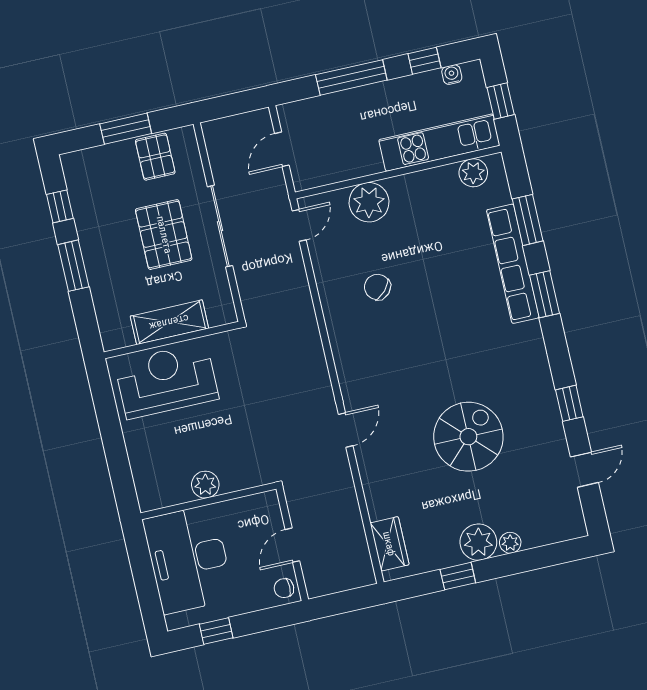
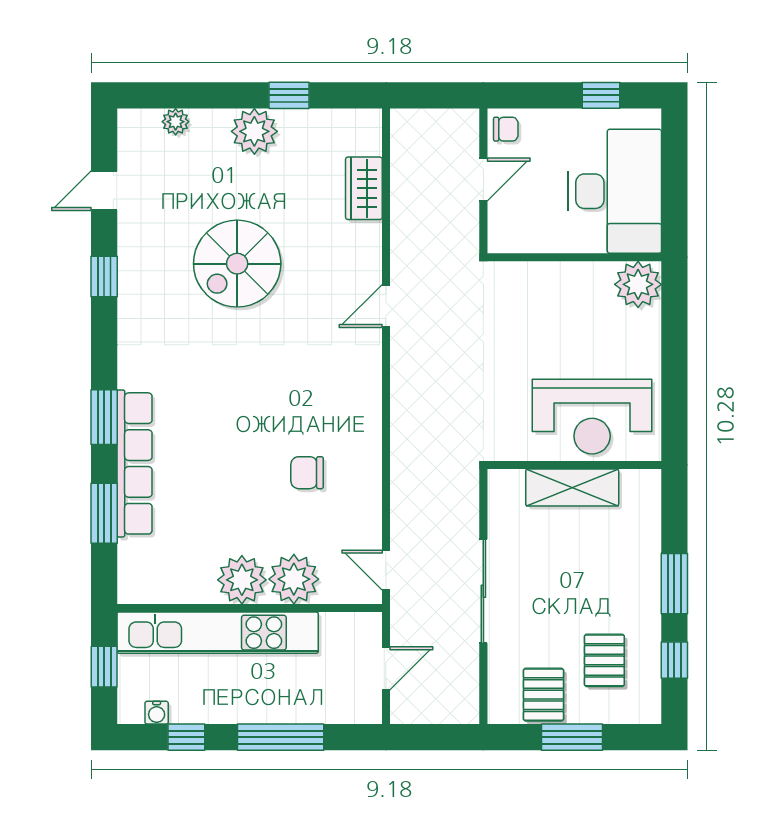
kitchen unit: (439, 143) -> (218, 633), width x1.36
plant: (473, 173) -> (242, 580), moved, width x1.36, depth x1.36
door: (299, 225) -> (386, 570), hinge flipped
pallet: (164, 235) -> (604, 660), moved, width x0.67, depth x0.71
chair: (377, 287) -> (307, 473), turned 137
plant: (205, 485) -> (638, 284), moved, width x1.36, depth x1.36
plant: (510, 543) -> (176, 122), moved
wardrobe: (389, 544) -> (364, 188), moved

